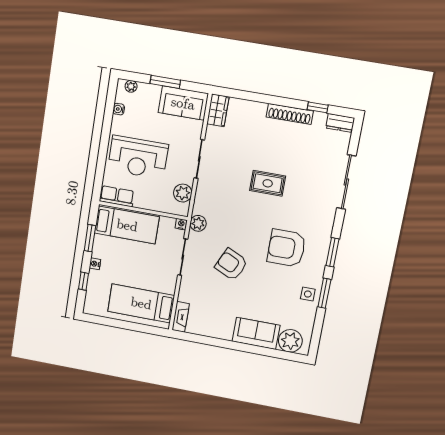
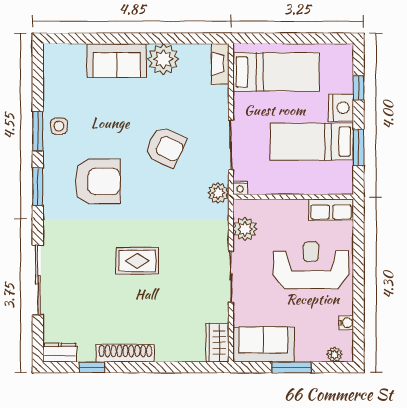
bed: (127, 225) -> (312, 142), moved
nightstand: (95, 264) -> (341, 108), width x1.89, depth x1.79
plant: (290, 341) -> (163, 59), moved

